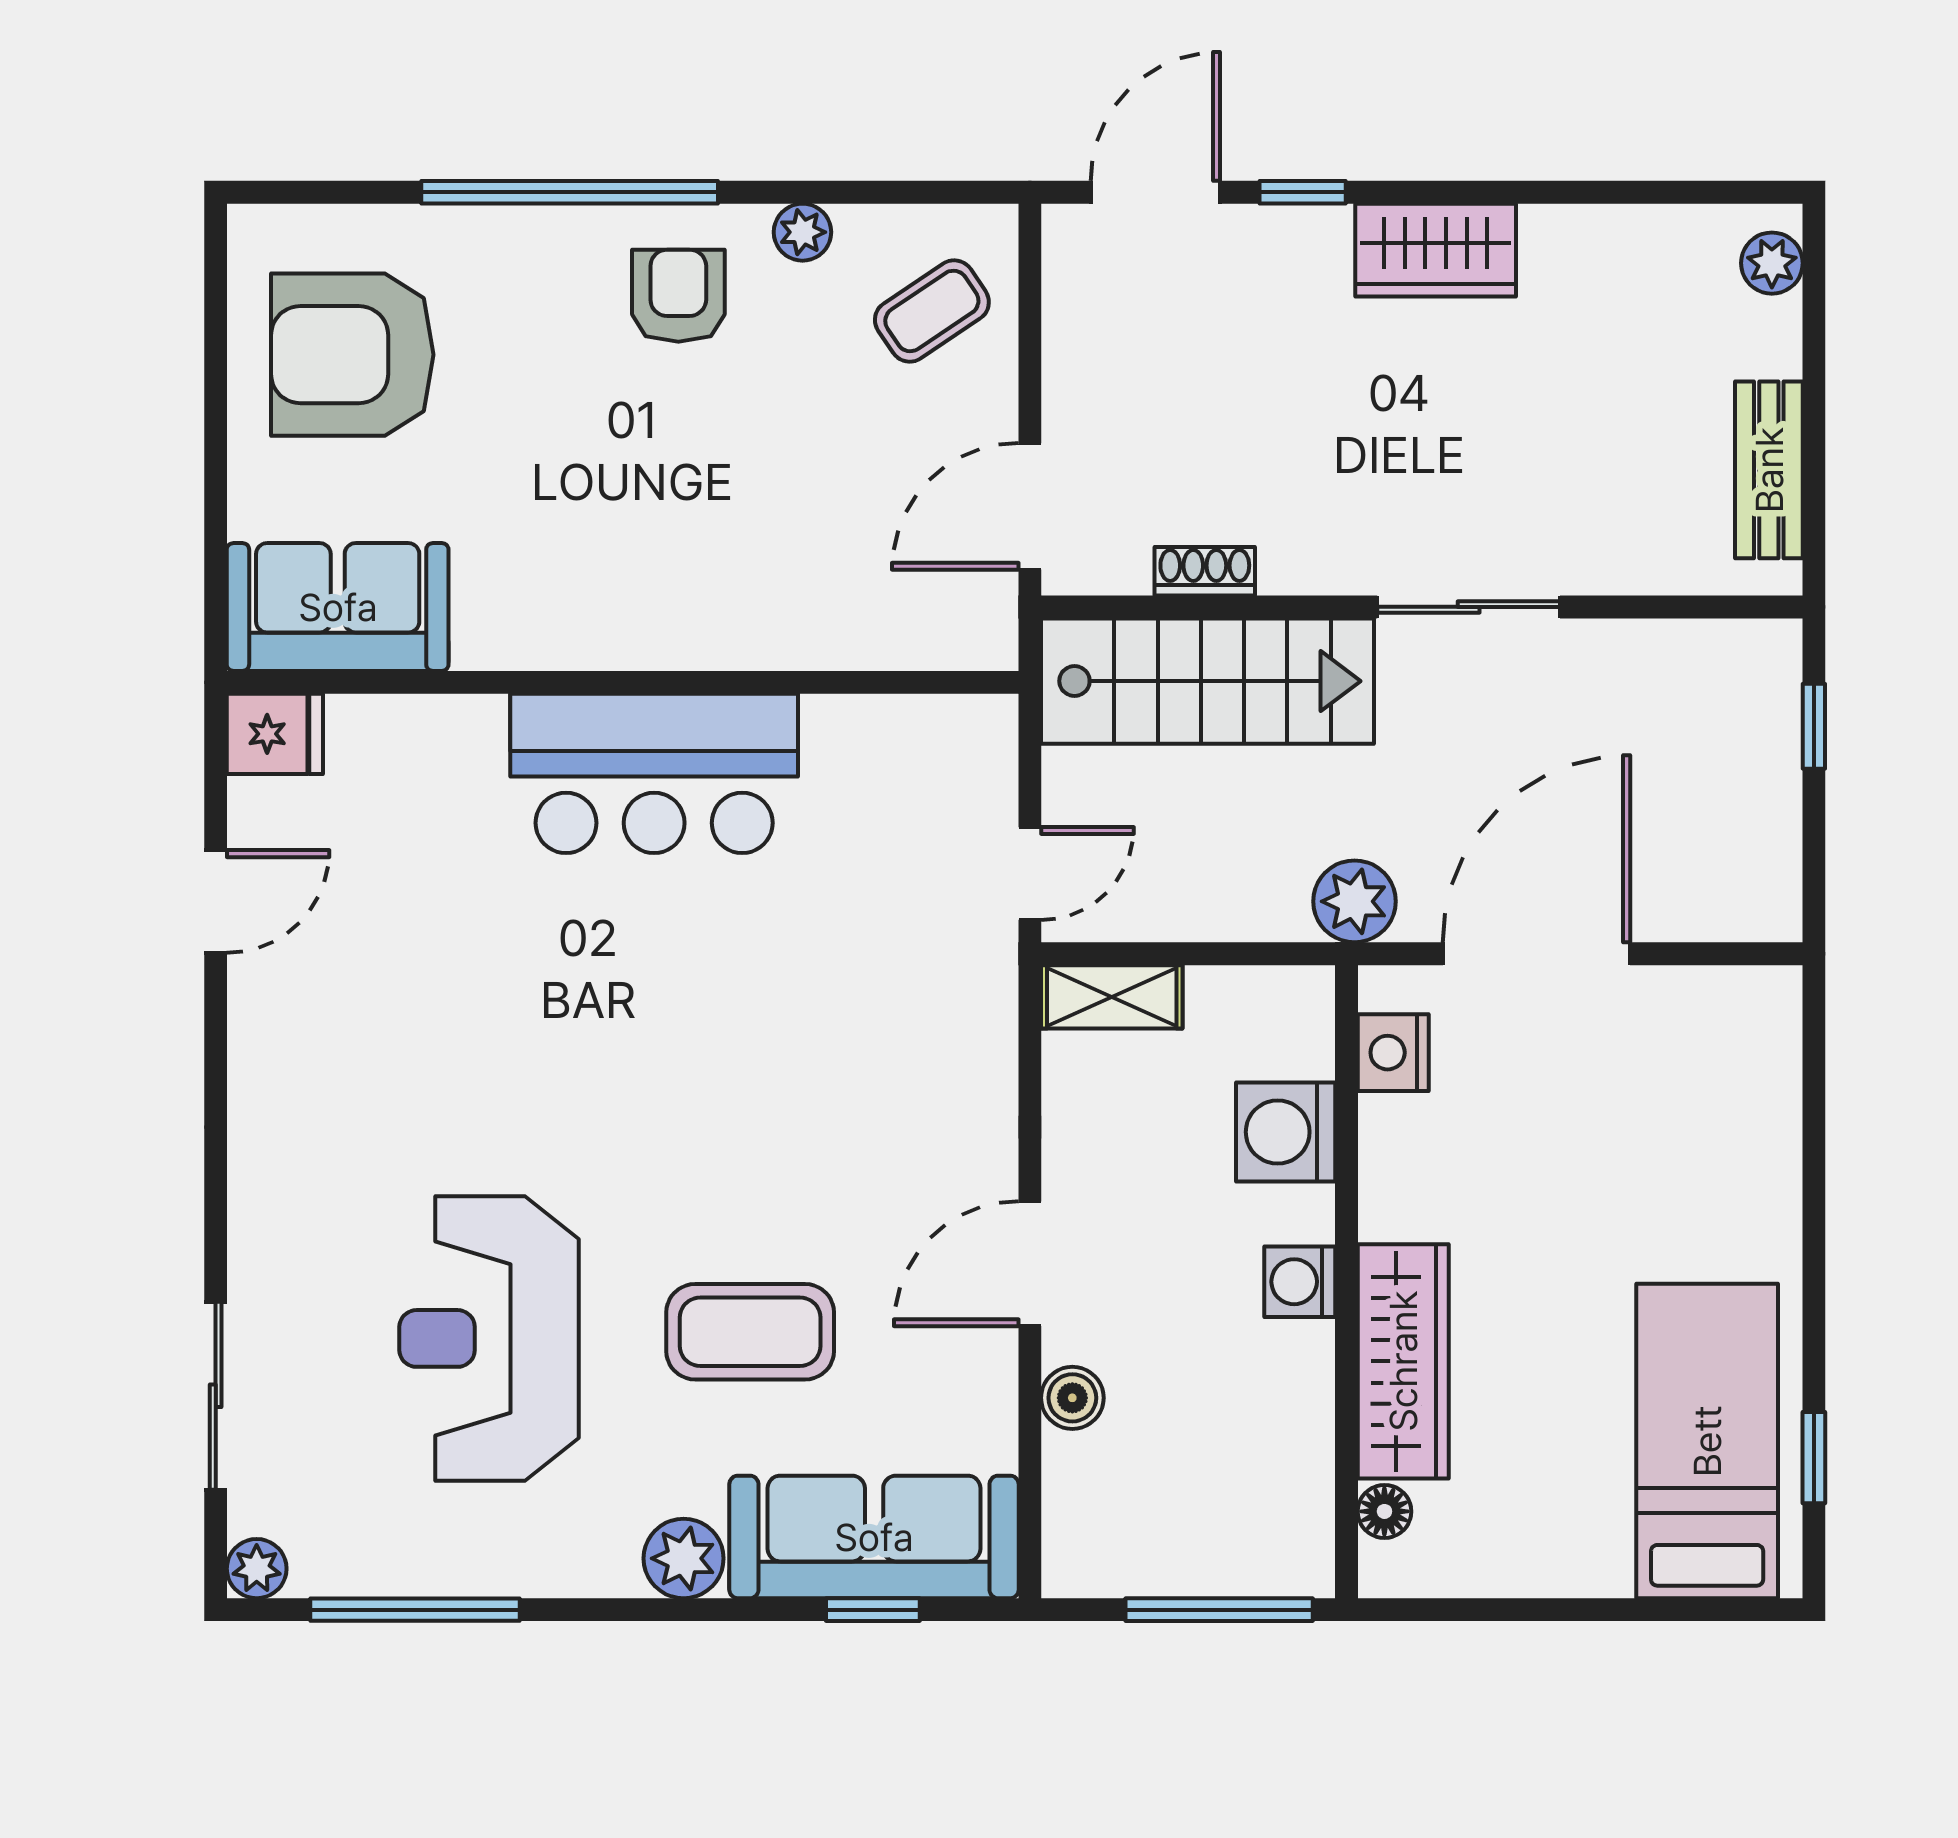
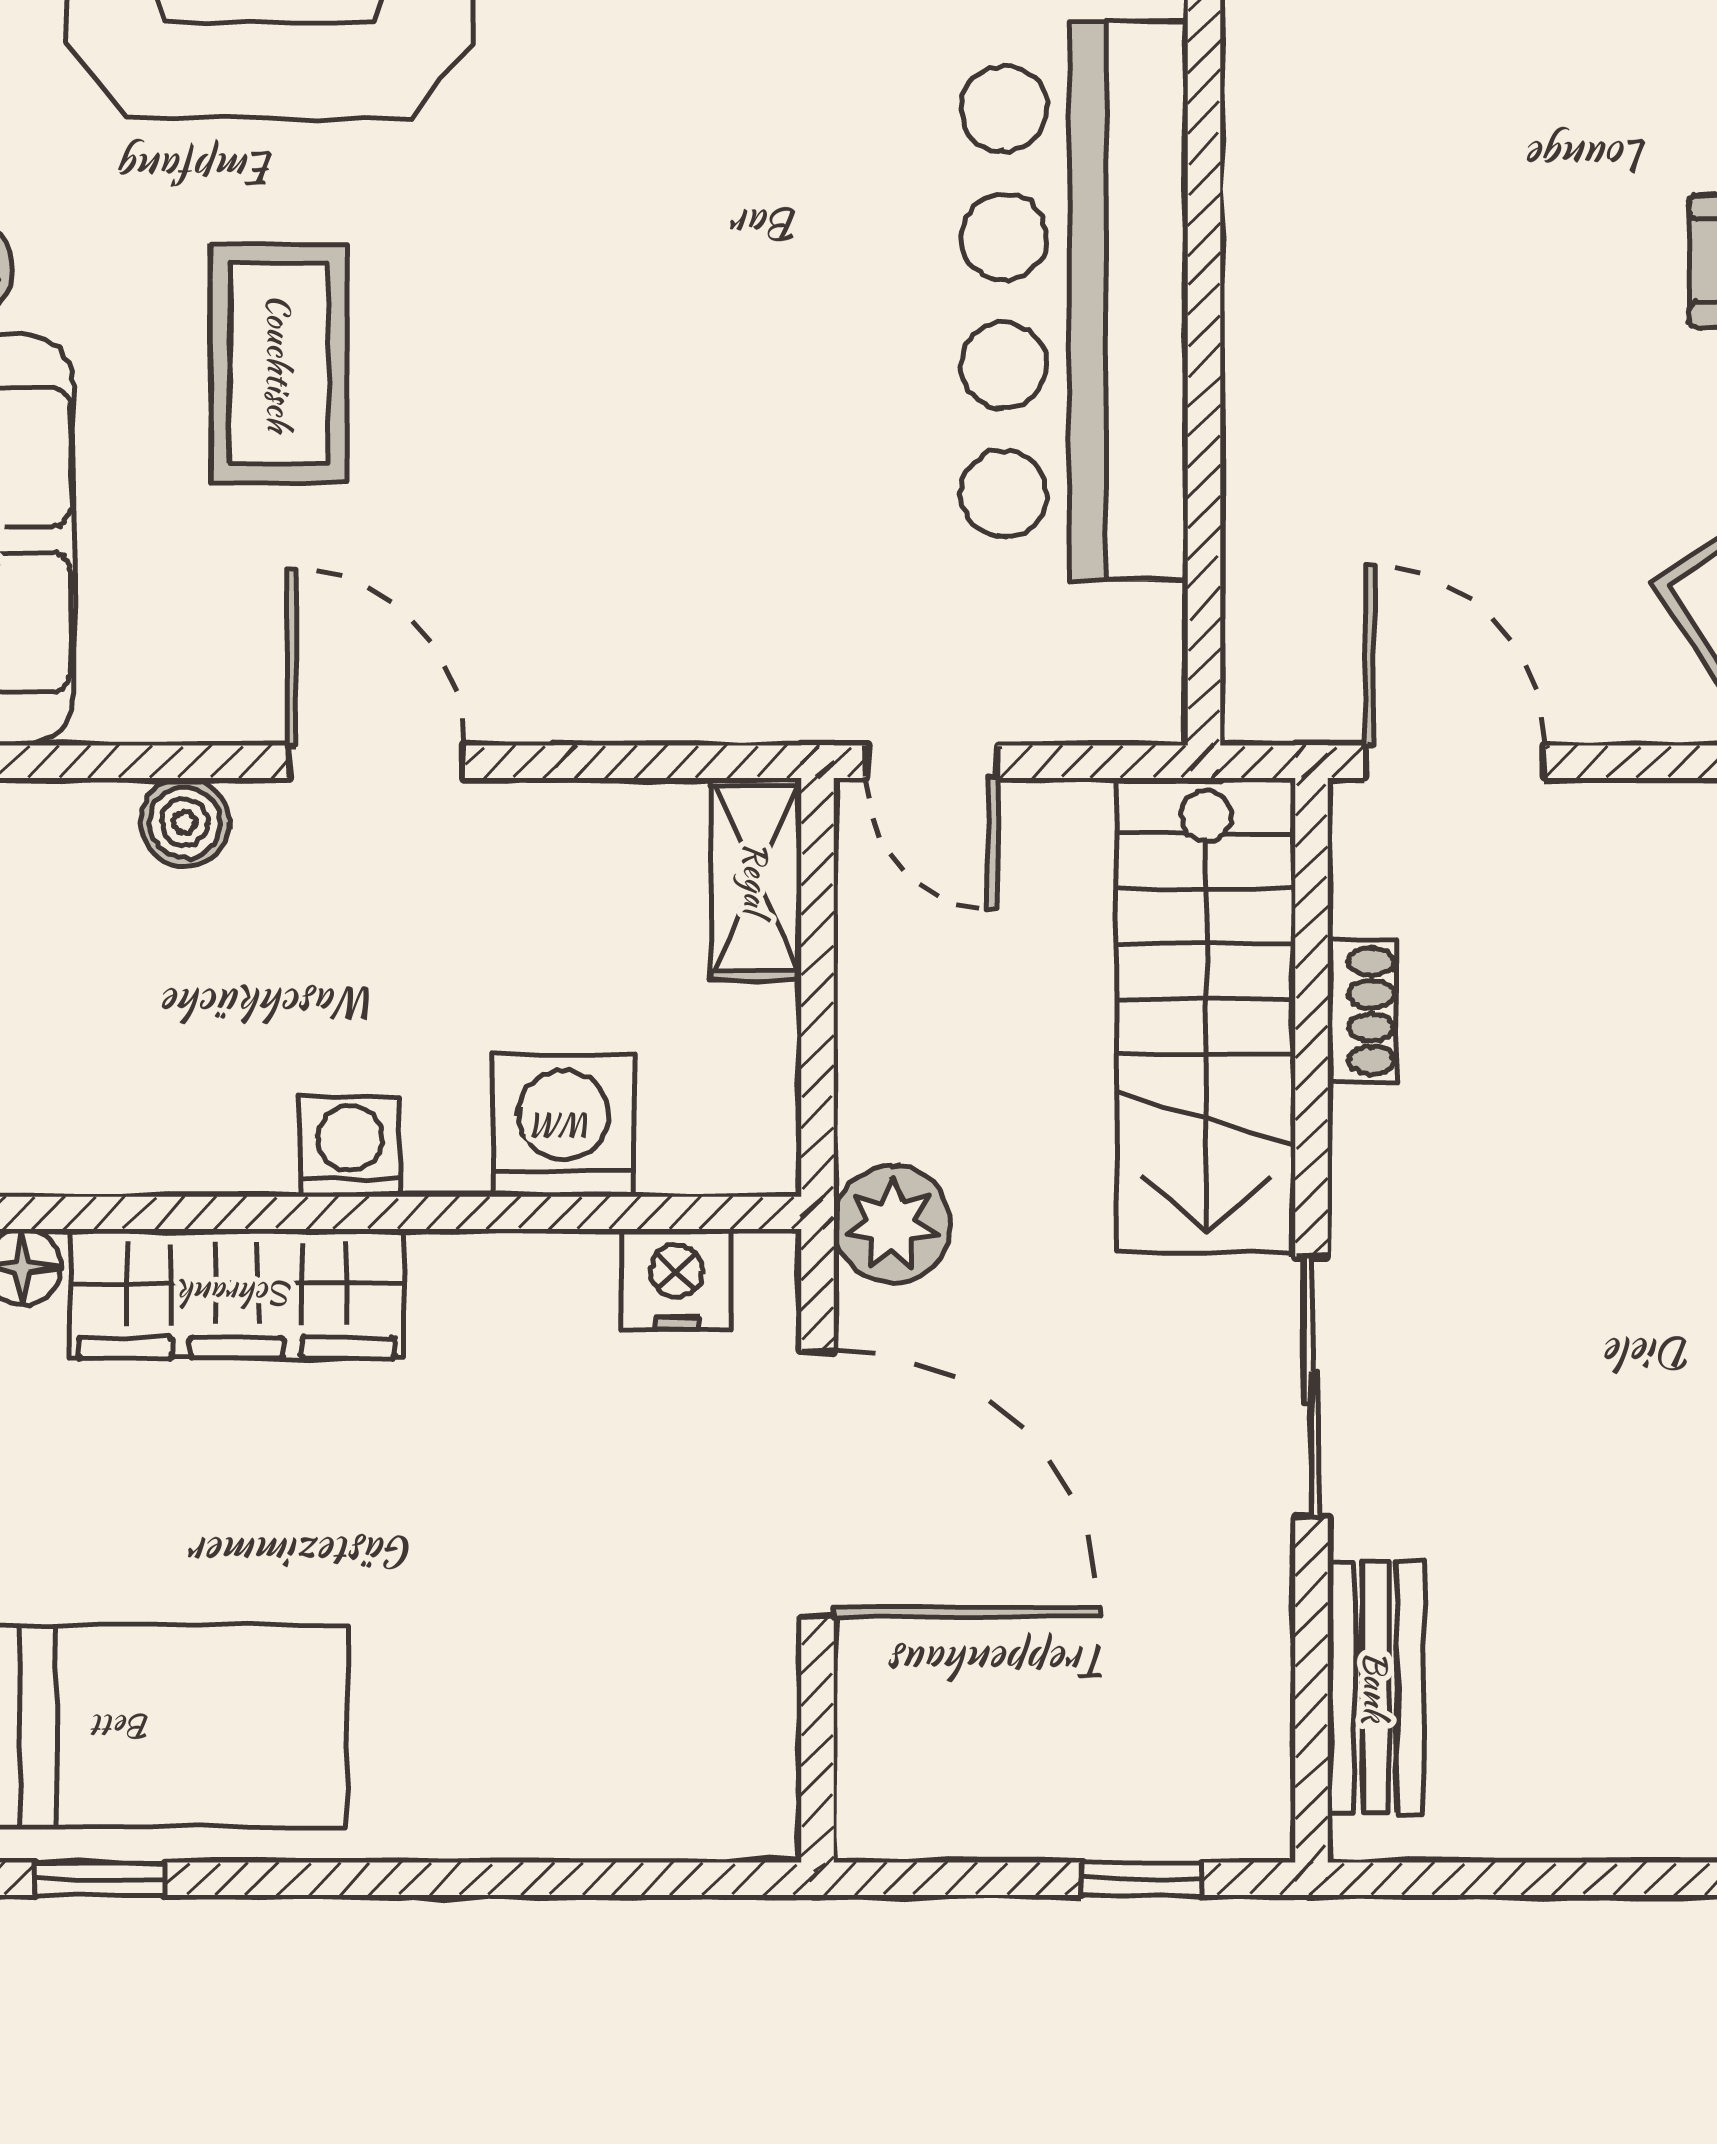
bench: (1769, 470) -> (1376, 1687), moved, turned 90
bar counter: (654, 773) -> (1074, 301), width x1.36

